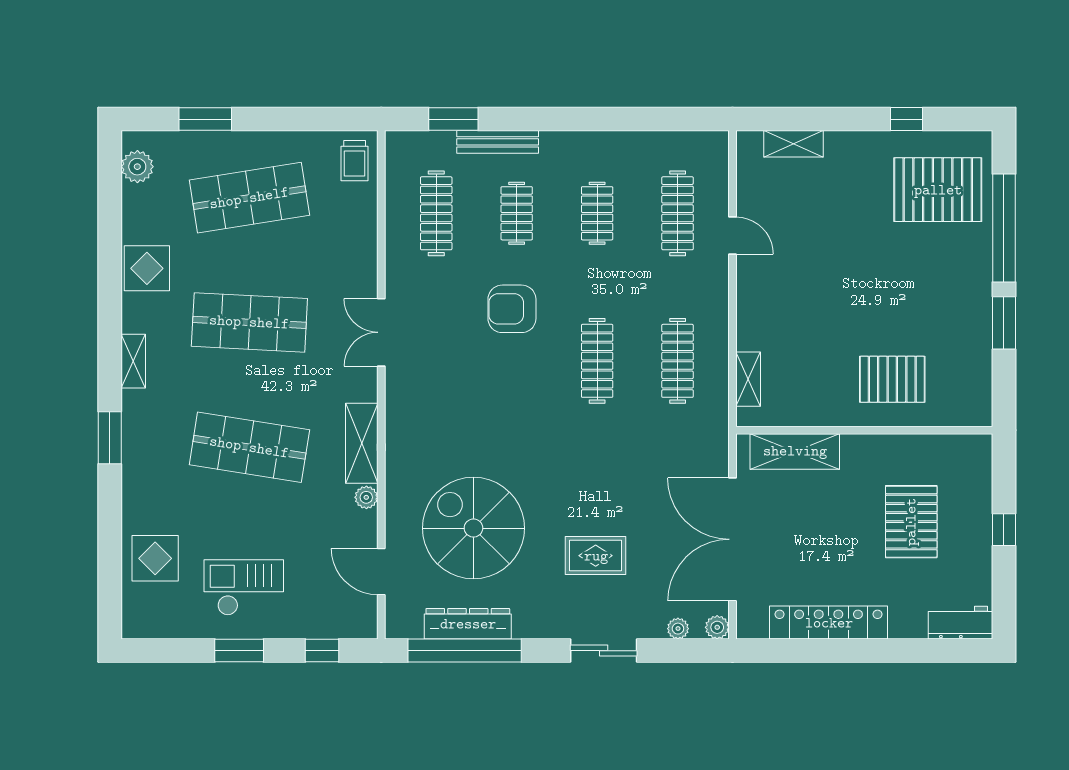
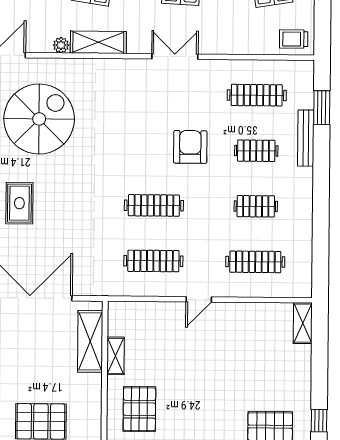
shelving: (793, 144) -> (303, 323), moved
door: (733, 236) -> (199, 299), moved
shelving: (748, 379) -> (116, 356), moved, turned 90

